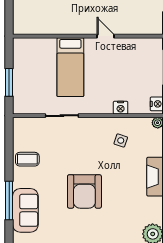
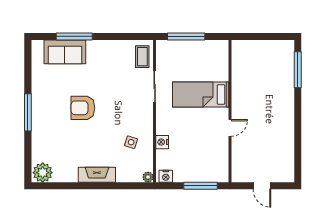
window: (9, 82) -> (186, 36), width x1.44
coffee table: (27, 159) -> (142, 57), moved
armchair: (84, 191) -> (83, 108), width x0.73, depth x0.73

